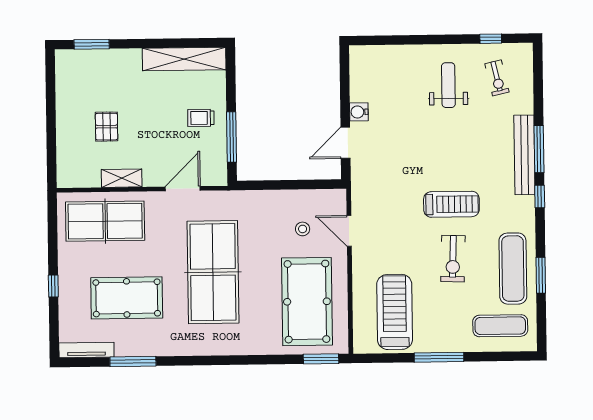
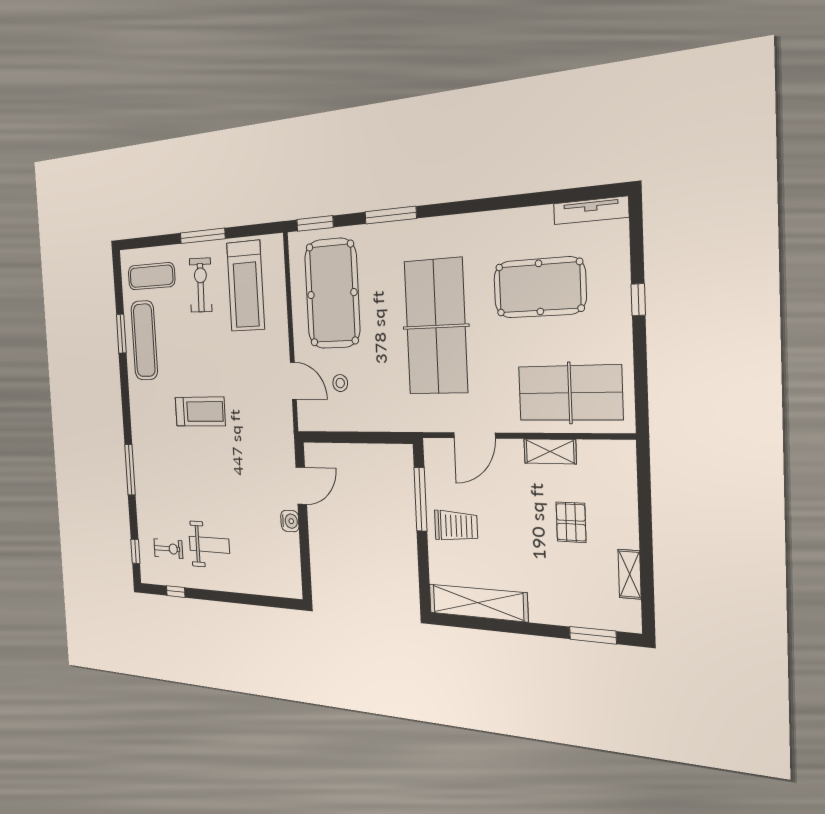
exercise bike: (497, 78) -> (168, 549), turned 103
weight bench: (448, 85) -> (209, 545), turned -90
shelving: (63, 92) -> (630, 574), added
trolley: (201, 118) -> (456, 526), width x1.36, depth x1.39
bench: (524, 155) -> (141, 464), removed
window: (540, 196) -> (135, 551), moved
treadmill: (451, 204) -> (200, 412), turned 180
exercise bike: (453, 259) -> (201, 285), moved
window: (133, 362) -> (391, 215), moved

